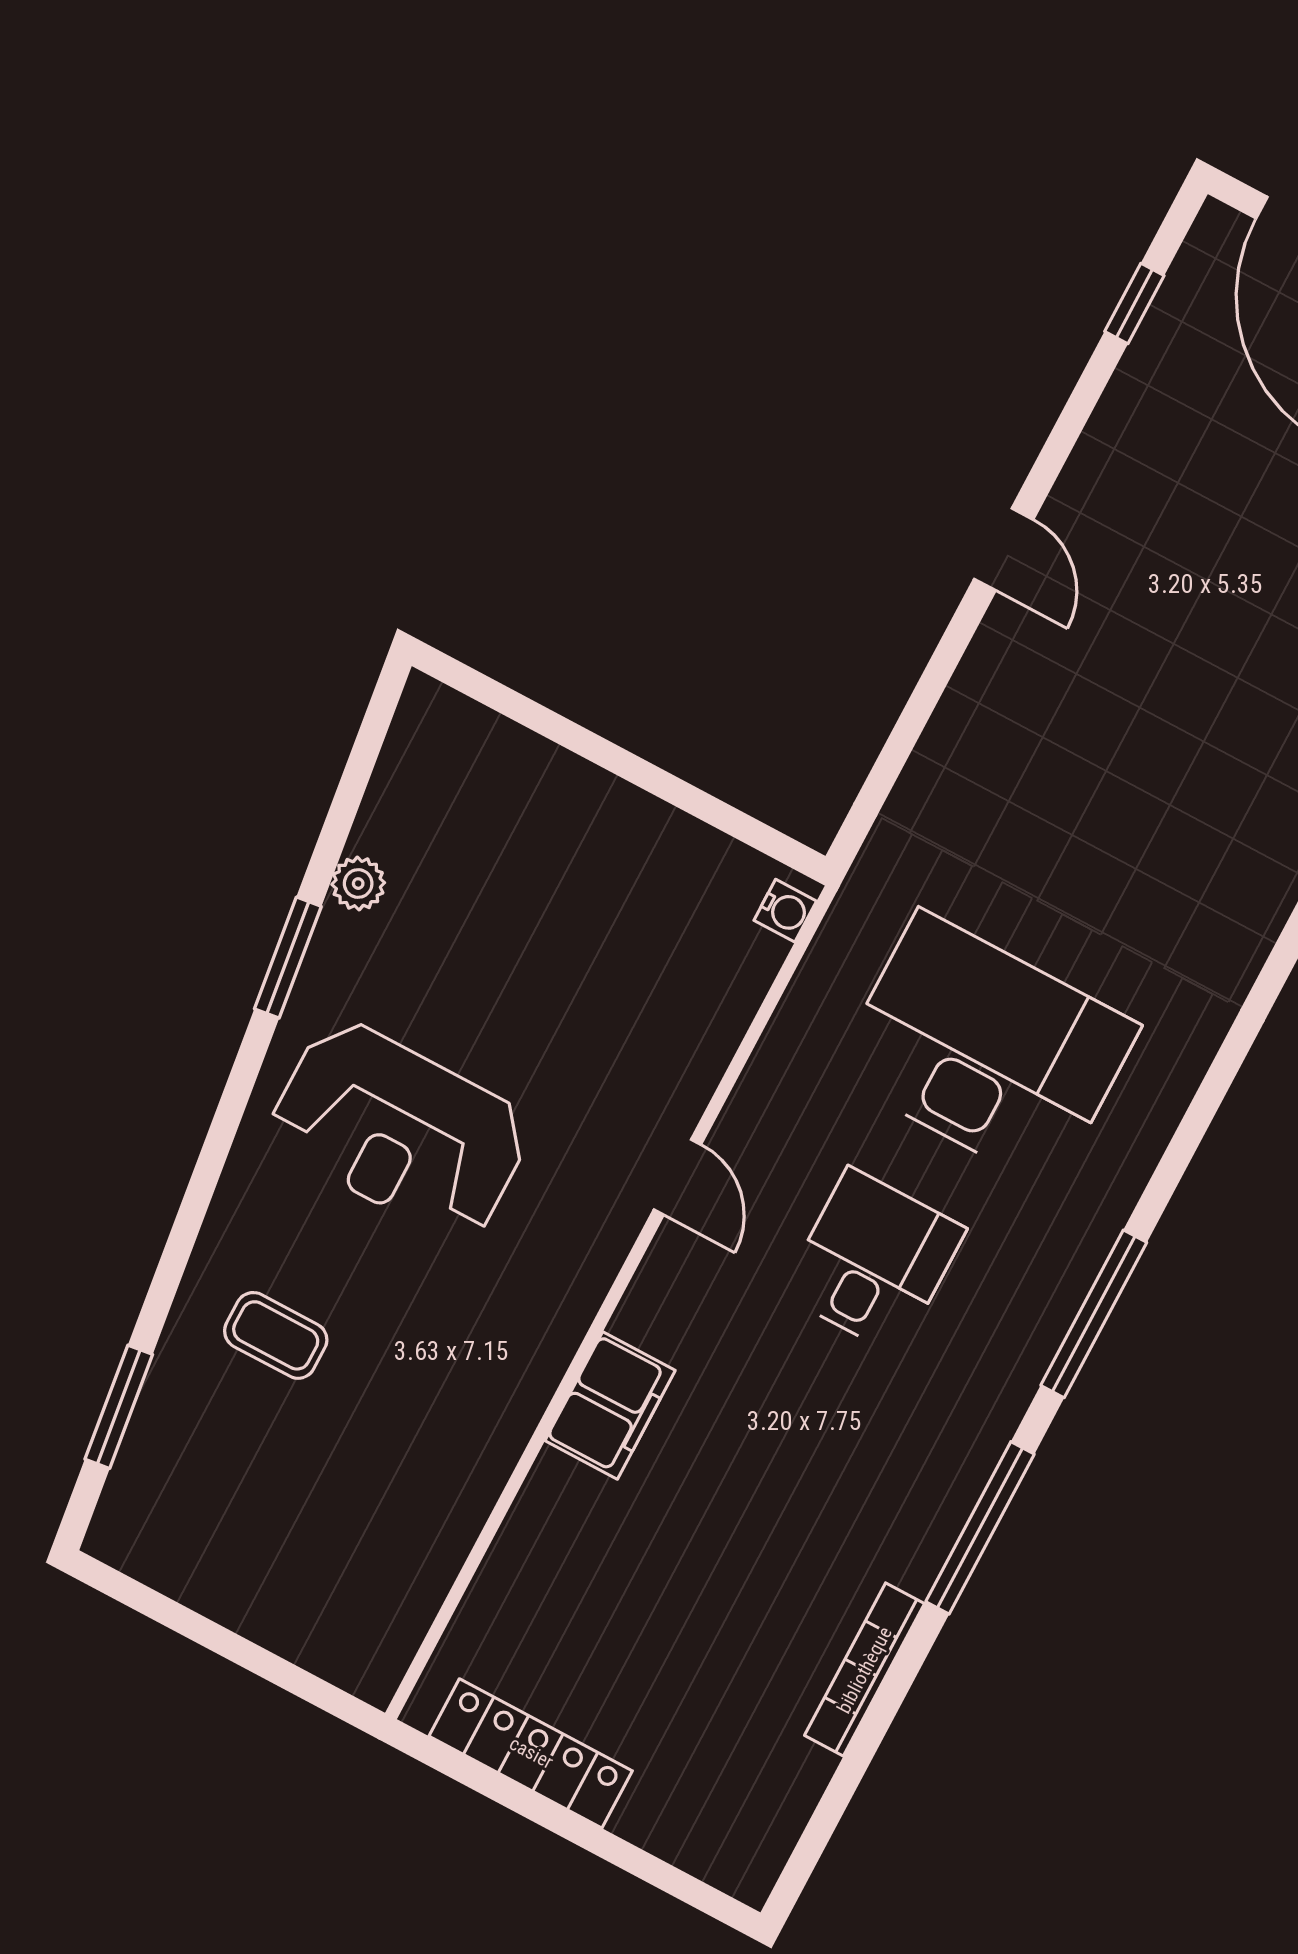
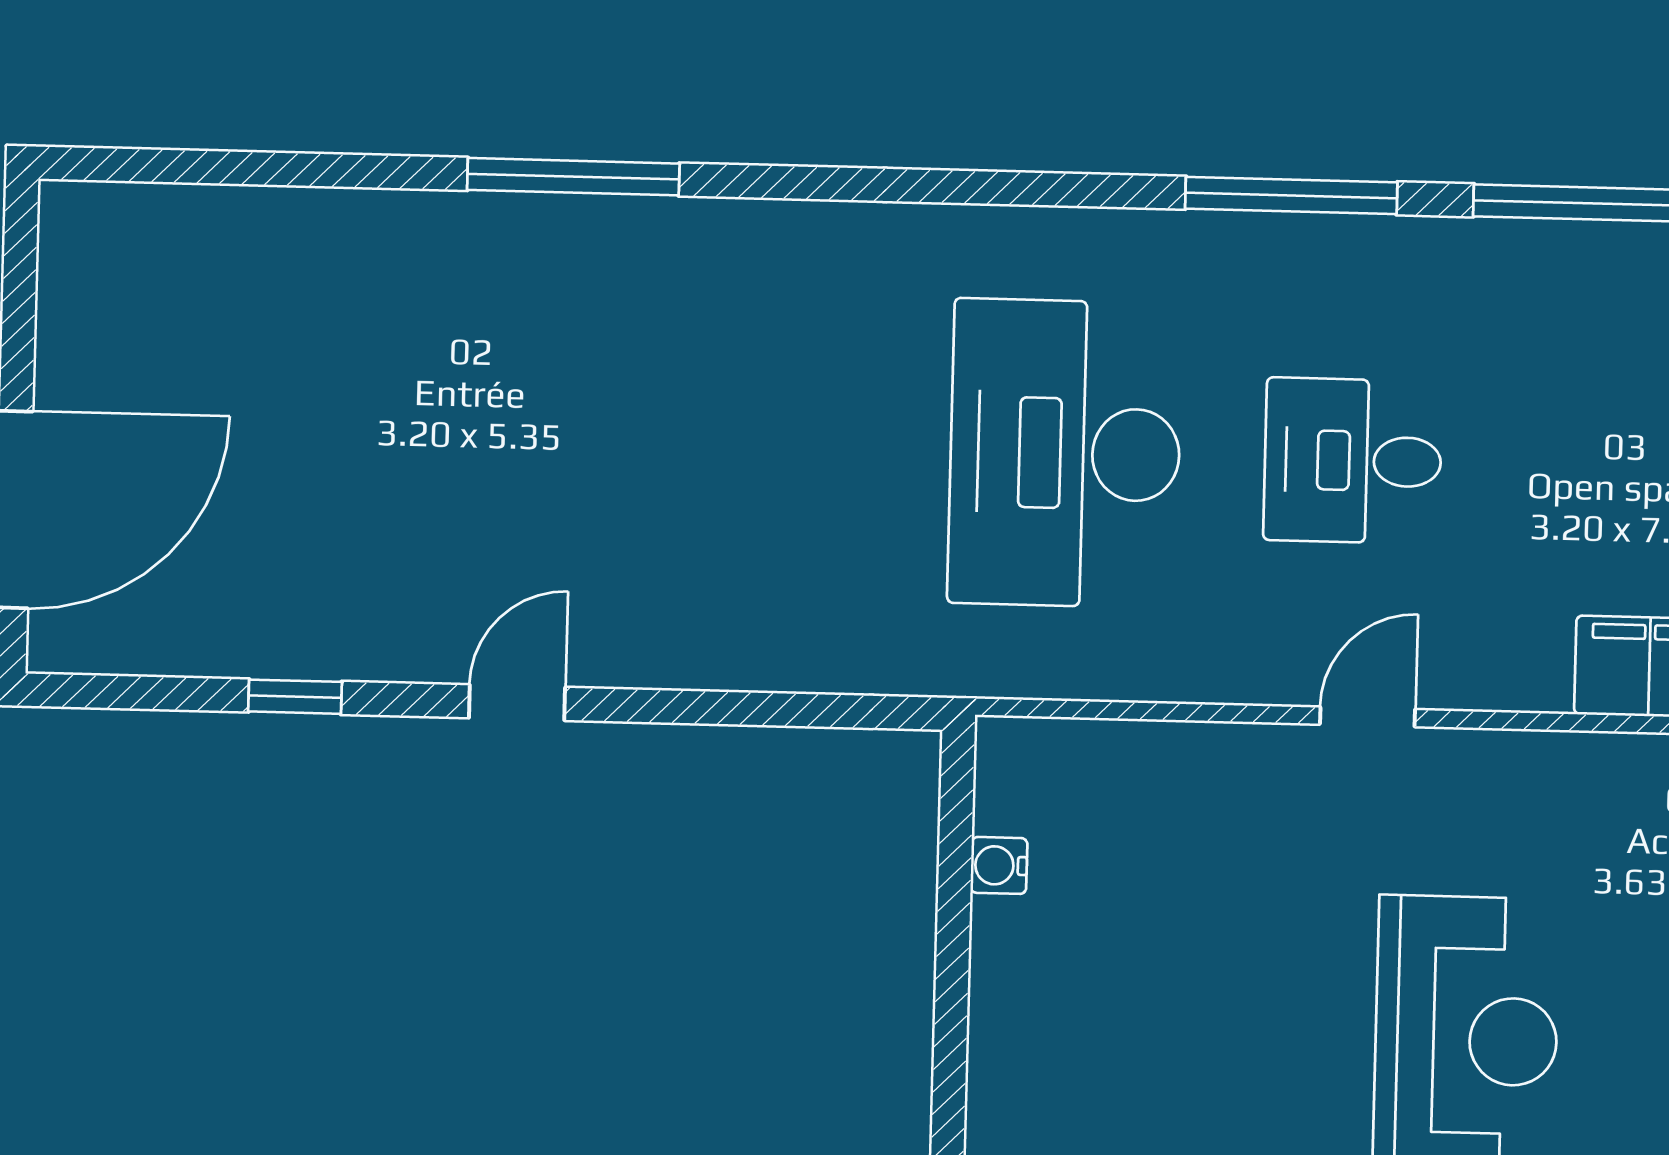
window: (1134, 303) -> (295, 697), moved
water cooler: (785, 911) -> (999, 865), moved, turned -90

